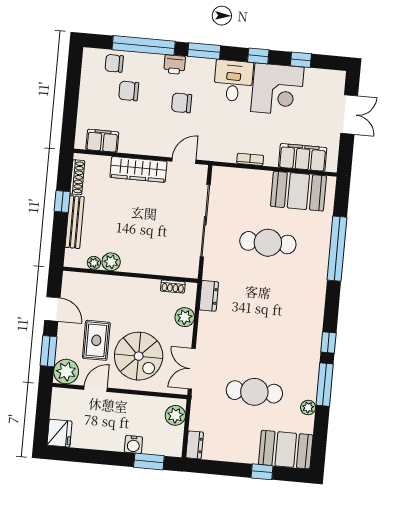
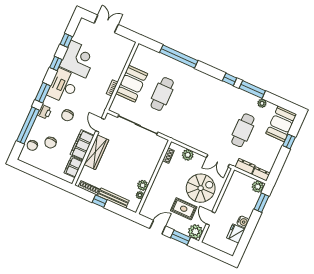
desk: (233, 81) -> (63, 86), width x1.37
filing cabinet: (303, 157) -> (82, 145), moved
booth: (298, 191) -> (132, 84), moved
dresser: (209, 296) -> (245, 166), moved
plant: (175, 415) -> (258, 187), moved
fridge: (59, 433) -> (236, 234), moved, turned -90
water cooler: (133, 445) -> (243, 222), moved

